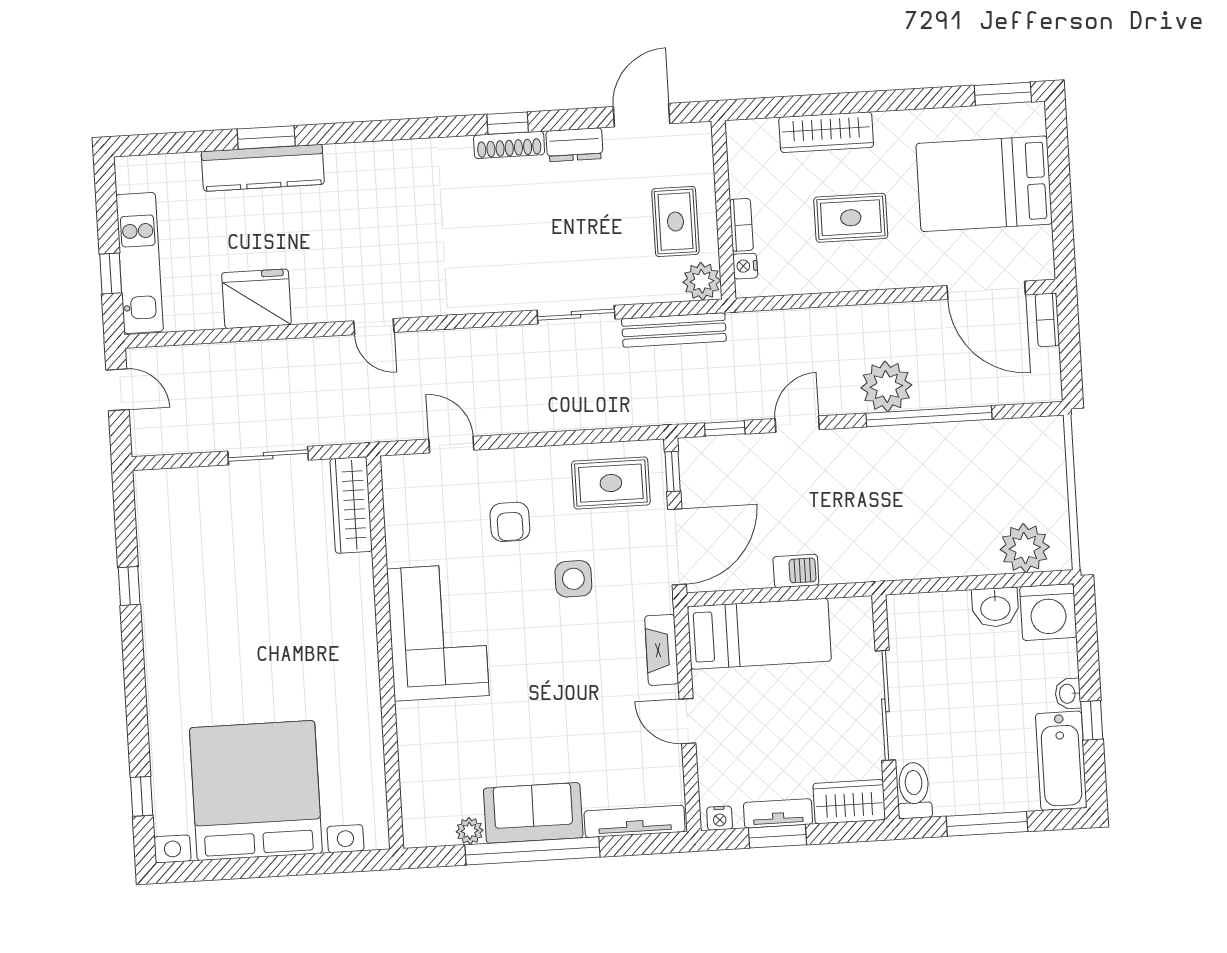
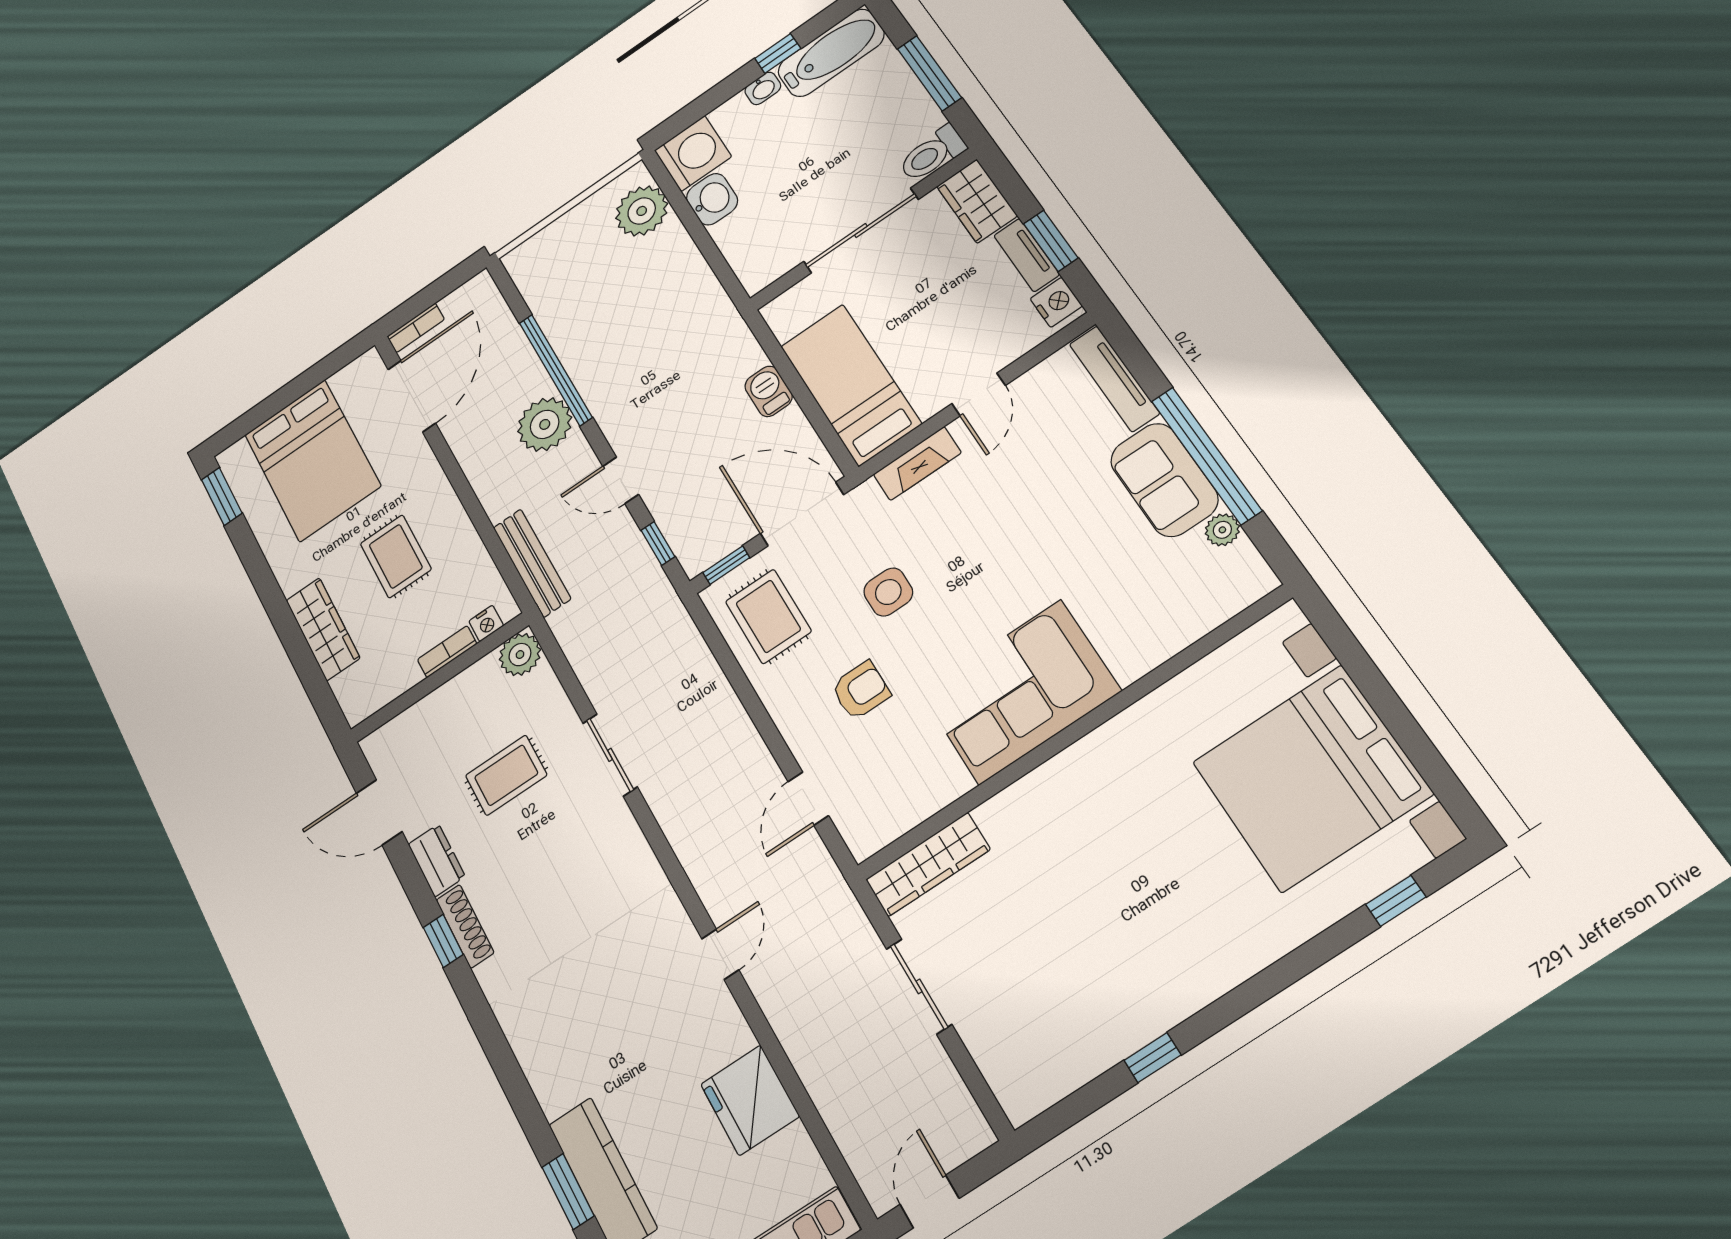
rug: (675, 222) -> (506, 775), moved
bench: (674, 330) -> (532, 563), moved
nightstand: (720, 818) -> (1056, 302), width x1.39, depth x1.35

